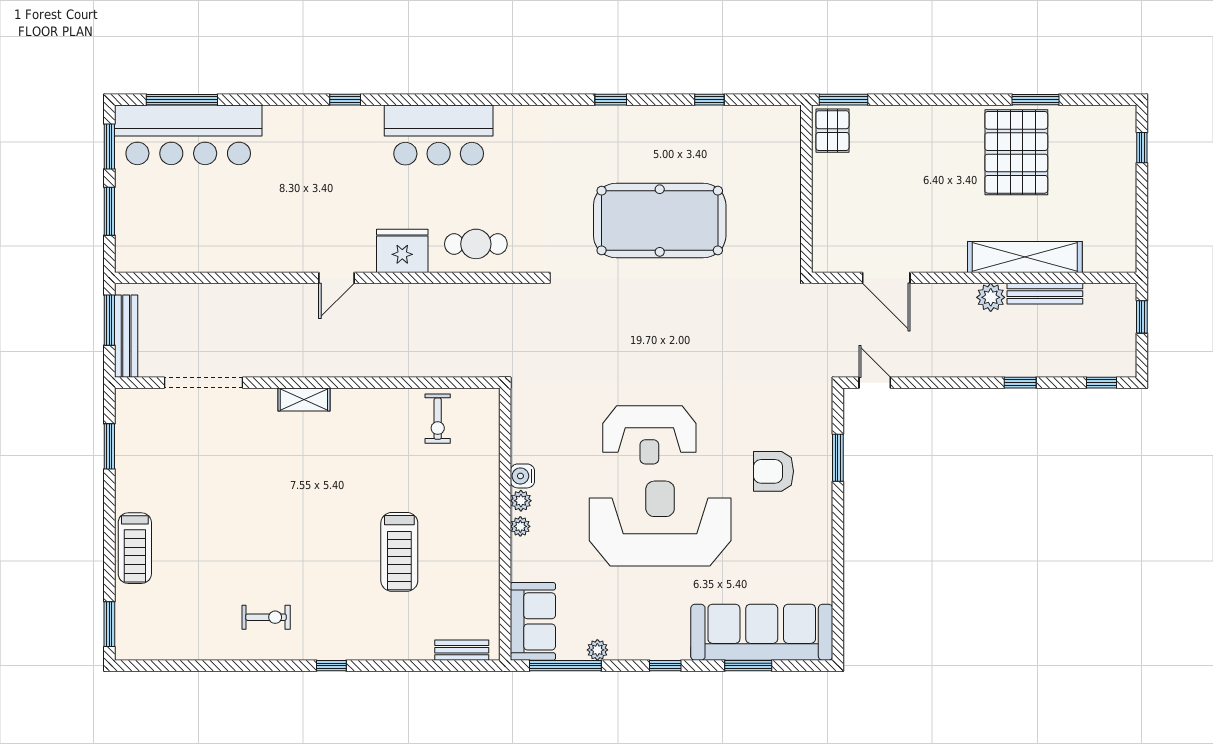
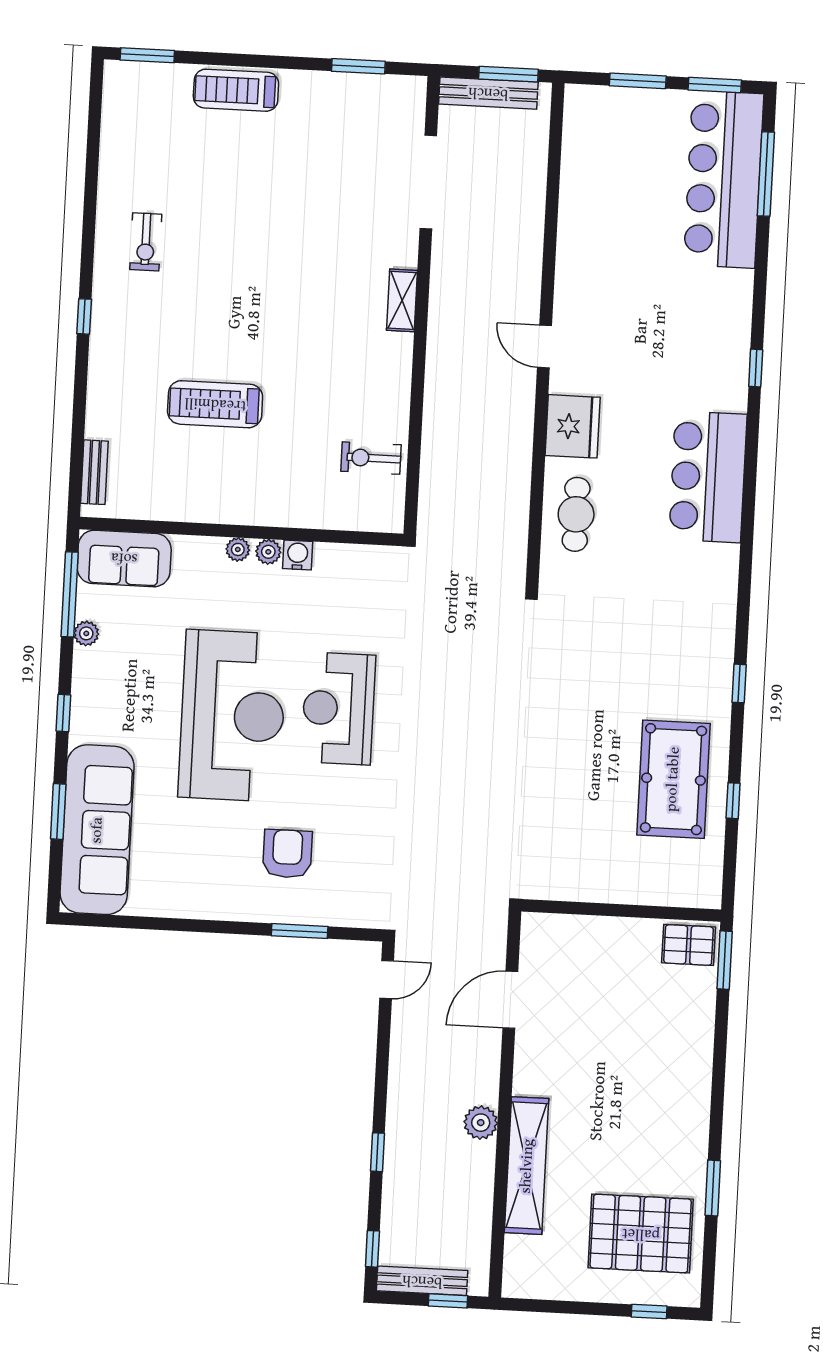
pallet: (1016, 152) -> (641, 1234), moved
pool table: (660, 221) -> (673, 779), moved, width x0.73, depth x0.76
bench: (1045, 294) -> (422, 1281), moved, turned 90

